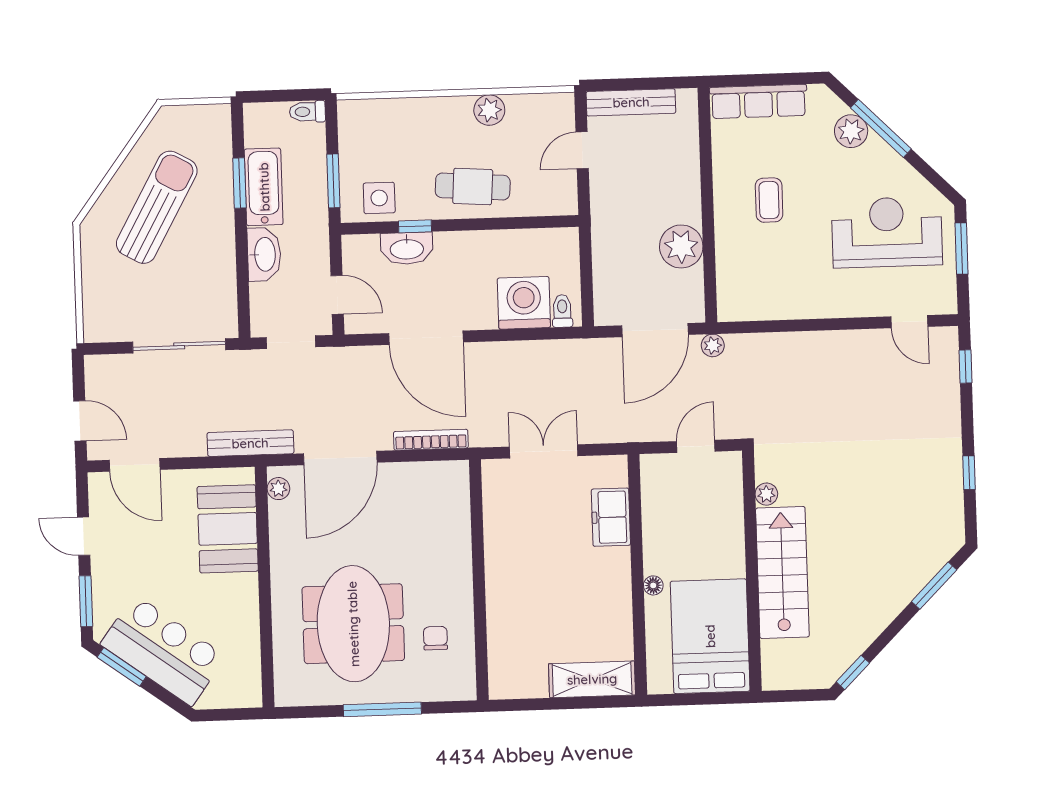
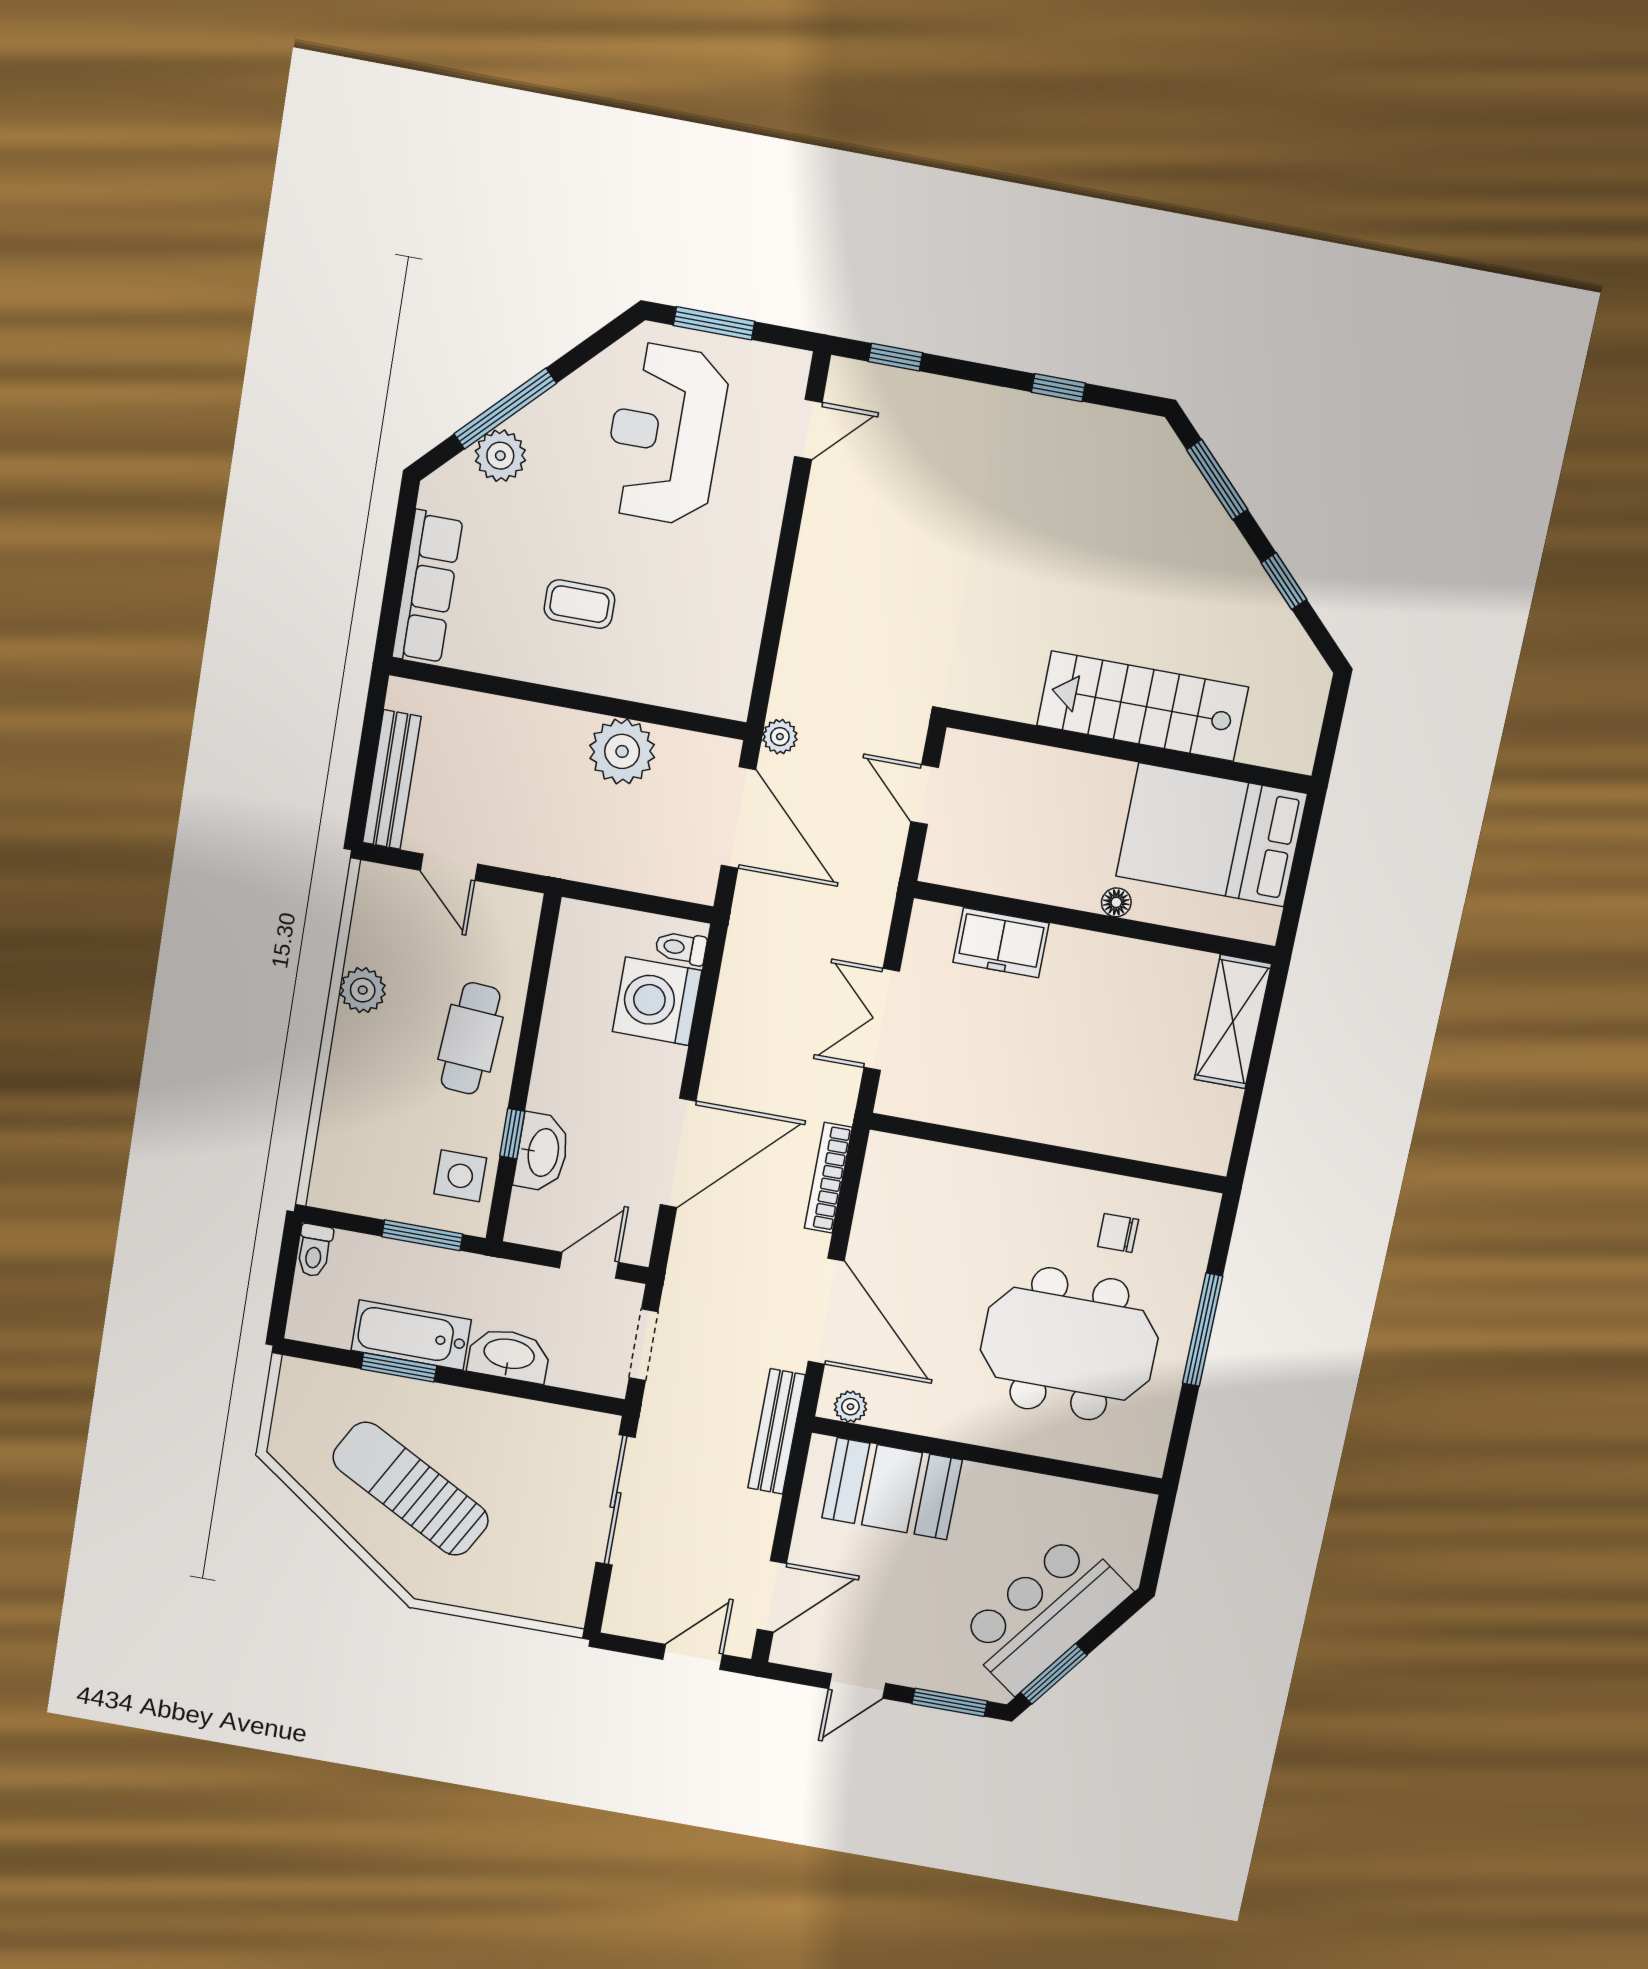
plant: (766, 494) -> (1020, 705), removed
window: (853, 672) -> (1284, 581), moved

